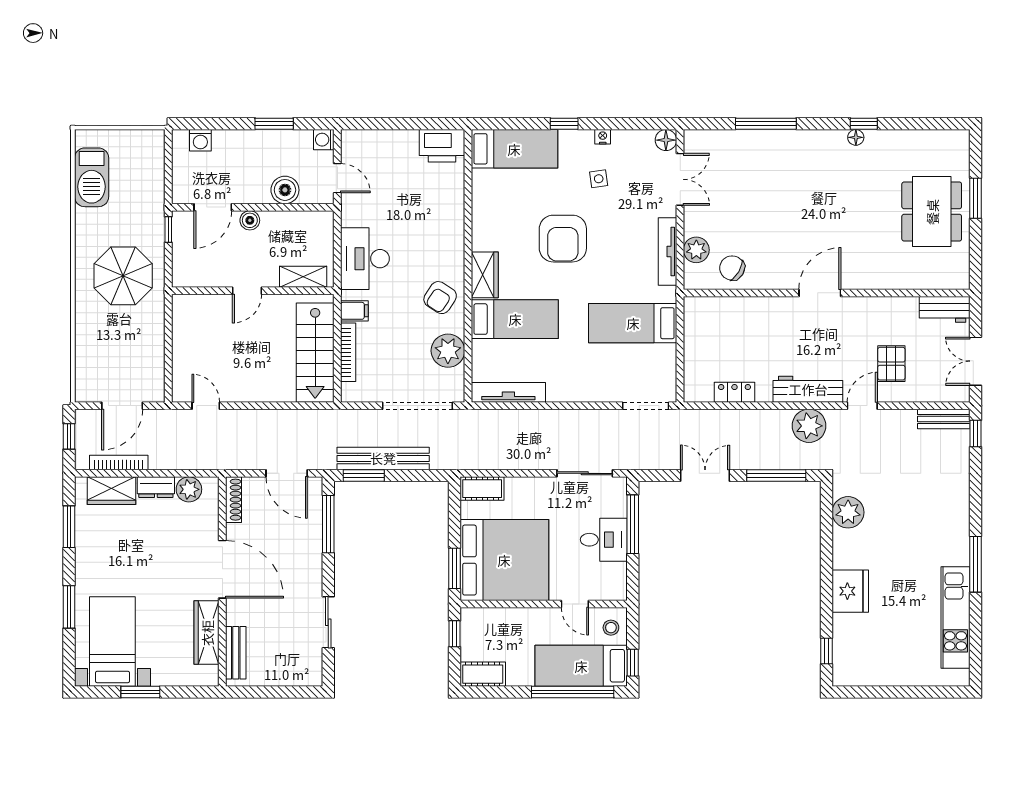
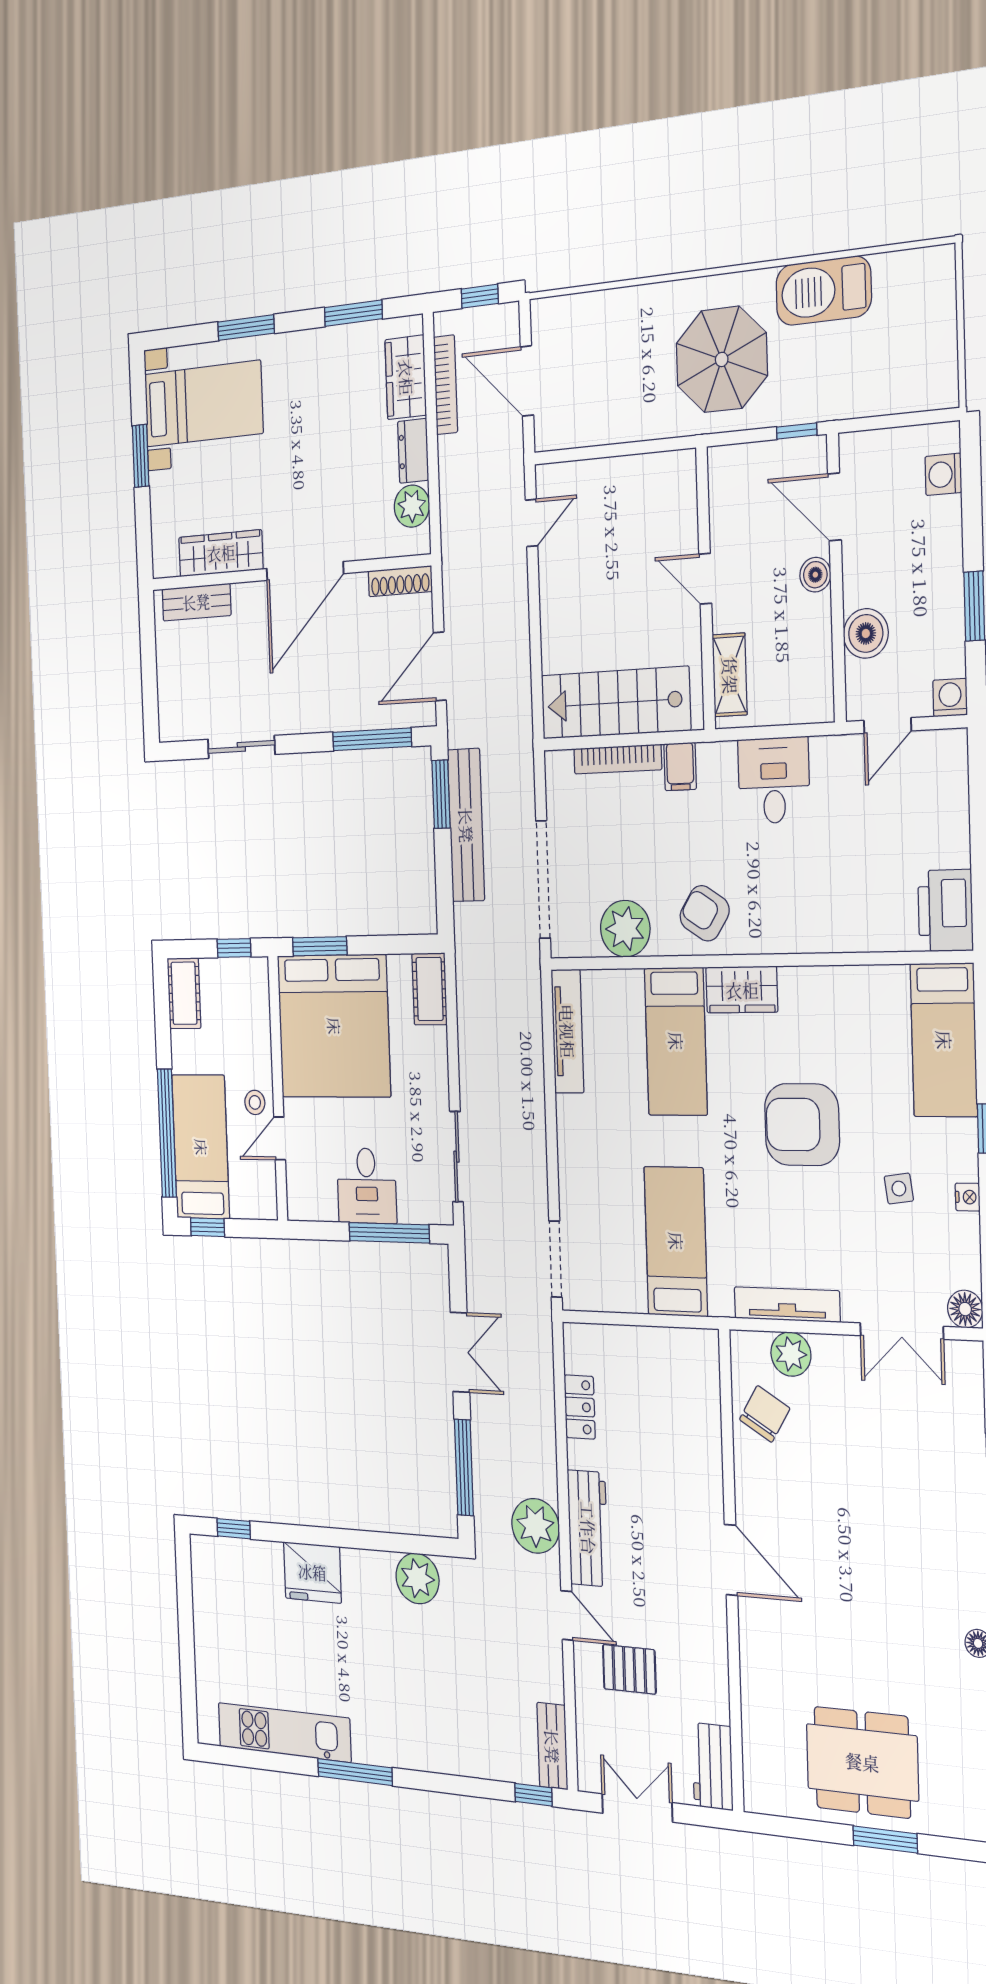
barbecue: (92, 177) -> (824, 291), moved
desk: (365, 259) -> (774, 780), width x0.73
stool: (611, 628) -> (255, 1102), moved

